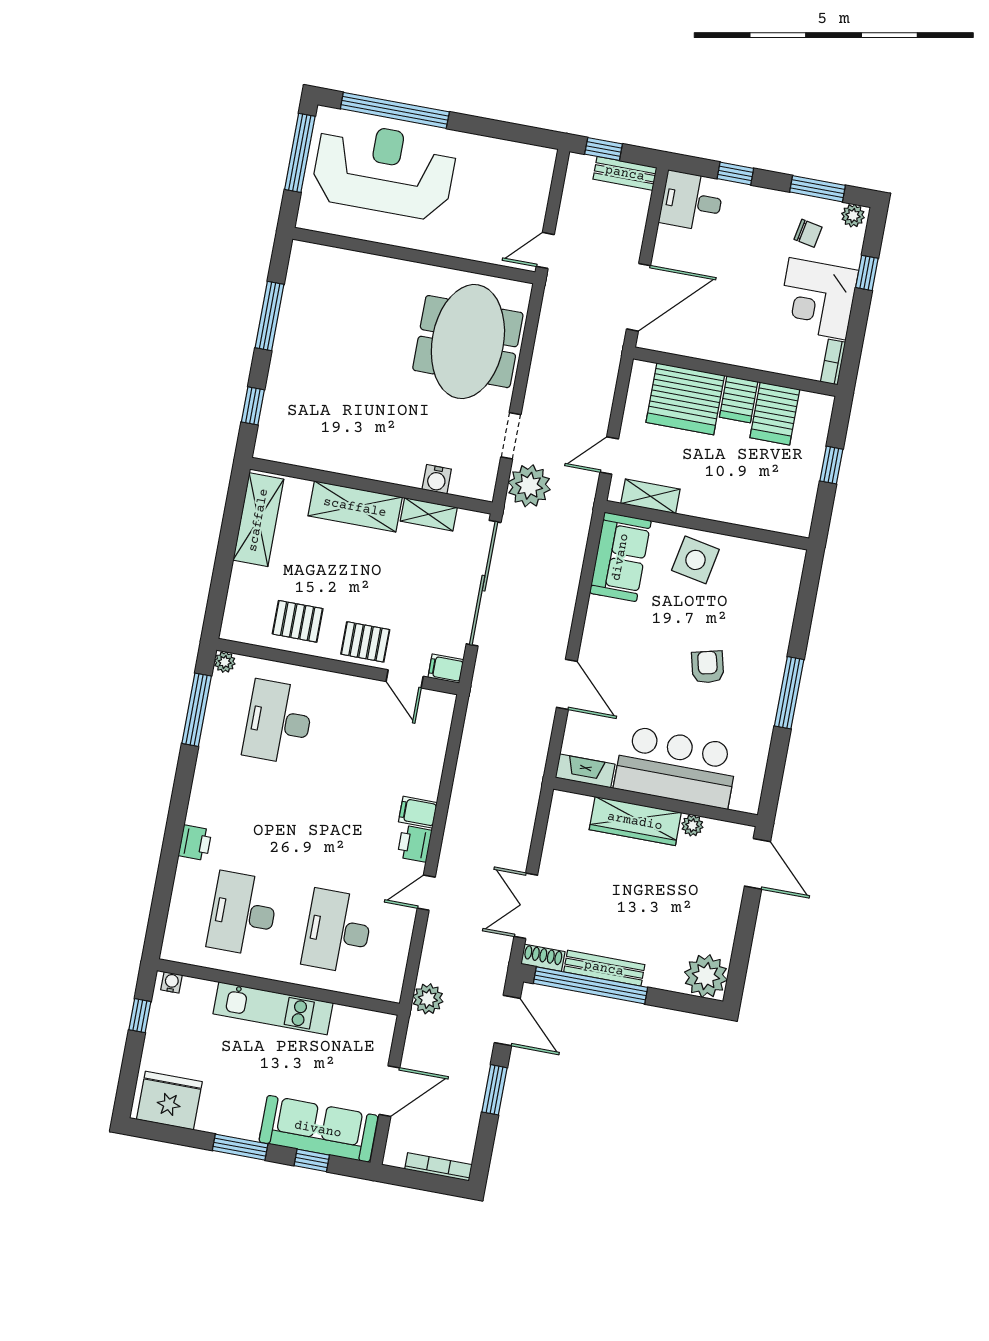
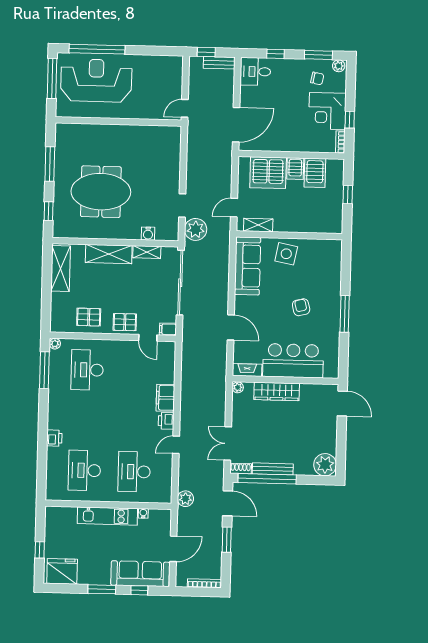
window: (867, 273) -> (350, 120), moved
meeting table: (468, 342) -> (101, 192), moved, turned 90
sofa: (620, 557) -> (248, 266), width x1.36
filing cabinet: (418, 812) -> (165, 398), width x2.00
plant: (692, 825) -> (238, 387), moved
water cooler: (172, 982) -> (143, 513), moved
window: (140, 1016) -> (40, 550), moved

